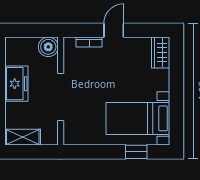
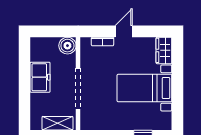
bed with nightstands: (138, 118) -> (144, 88), moved
shelving: (23, 137) -> (58, 123), moved

